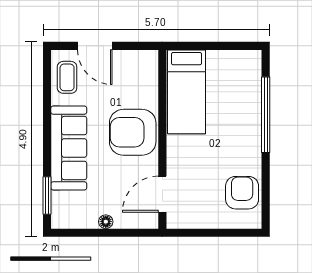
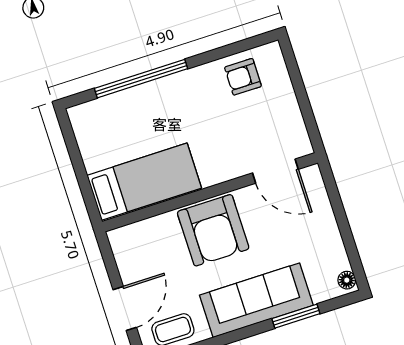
armchair: (242, 193) -> (243, 77), width x0.72, depth x0.72
window: (47, 195) -> (296, 316), moved
floor lamp: (106, 222) -> (347, 280), moved

